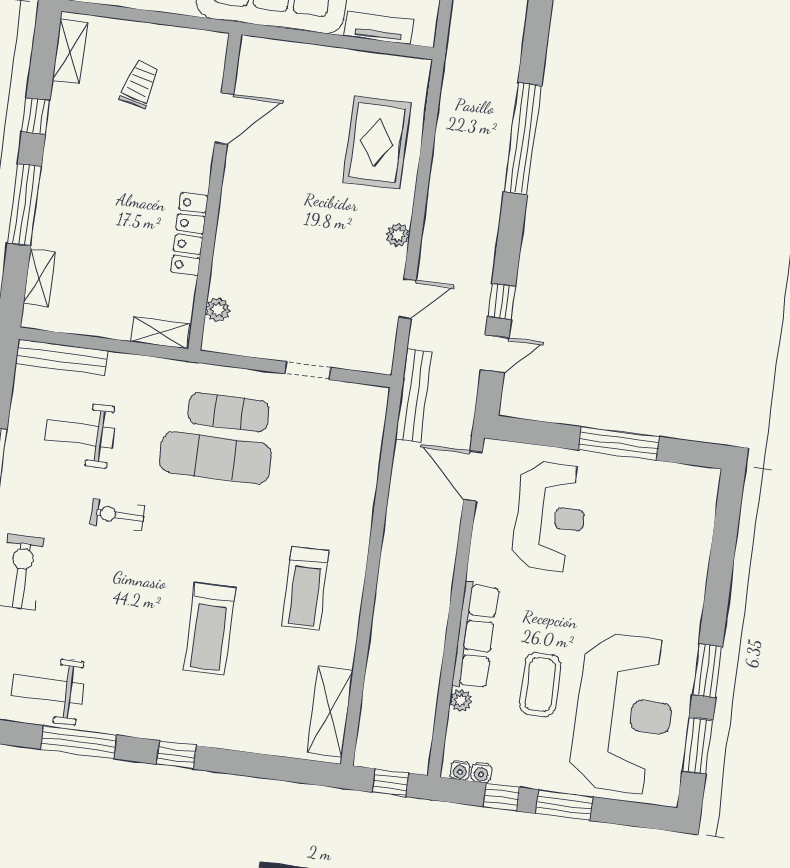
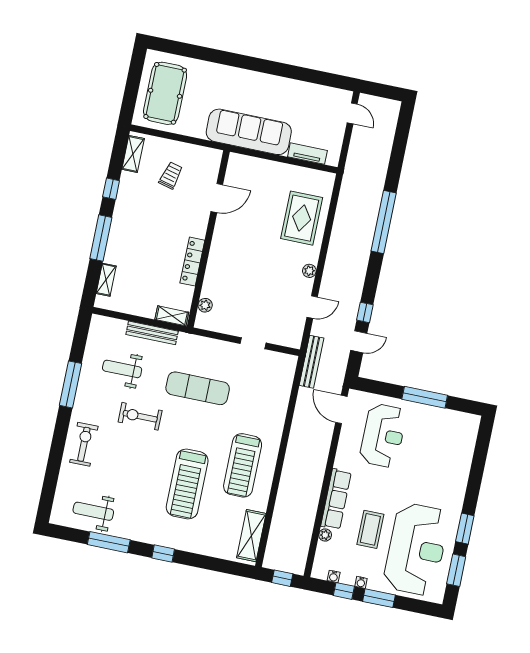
bench: (62, 357) -> (152, 333), moved
exercise mat: (229, 412) -> (207, 363), removed
exercise bike: (117, 515) -> (140, 416), width x1.38, depth x1.39
treadmill: (305, 588) -> (243, 465), width x1.37, depth x1.38
treadmill: (210, 629) -> (187, 484), width x1.37, depth x1.38
water cooler: (460, 770) -> (361, 582), moved

